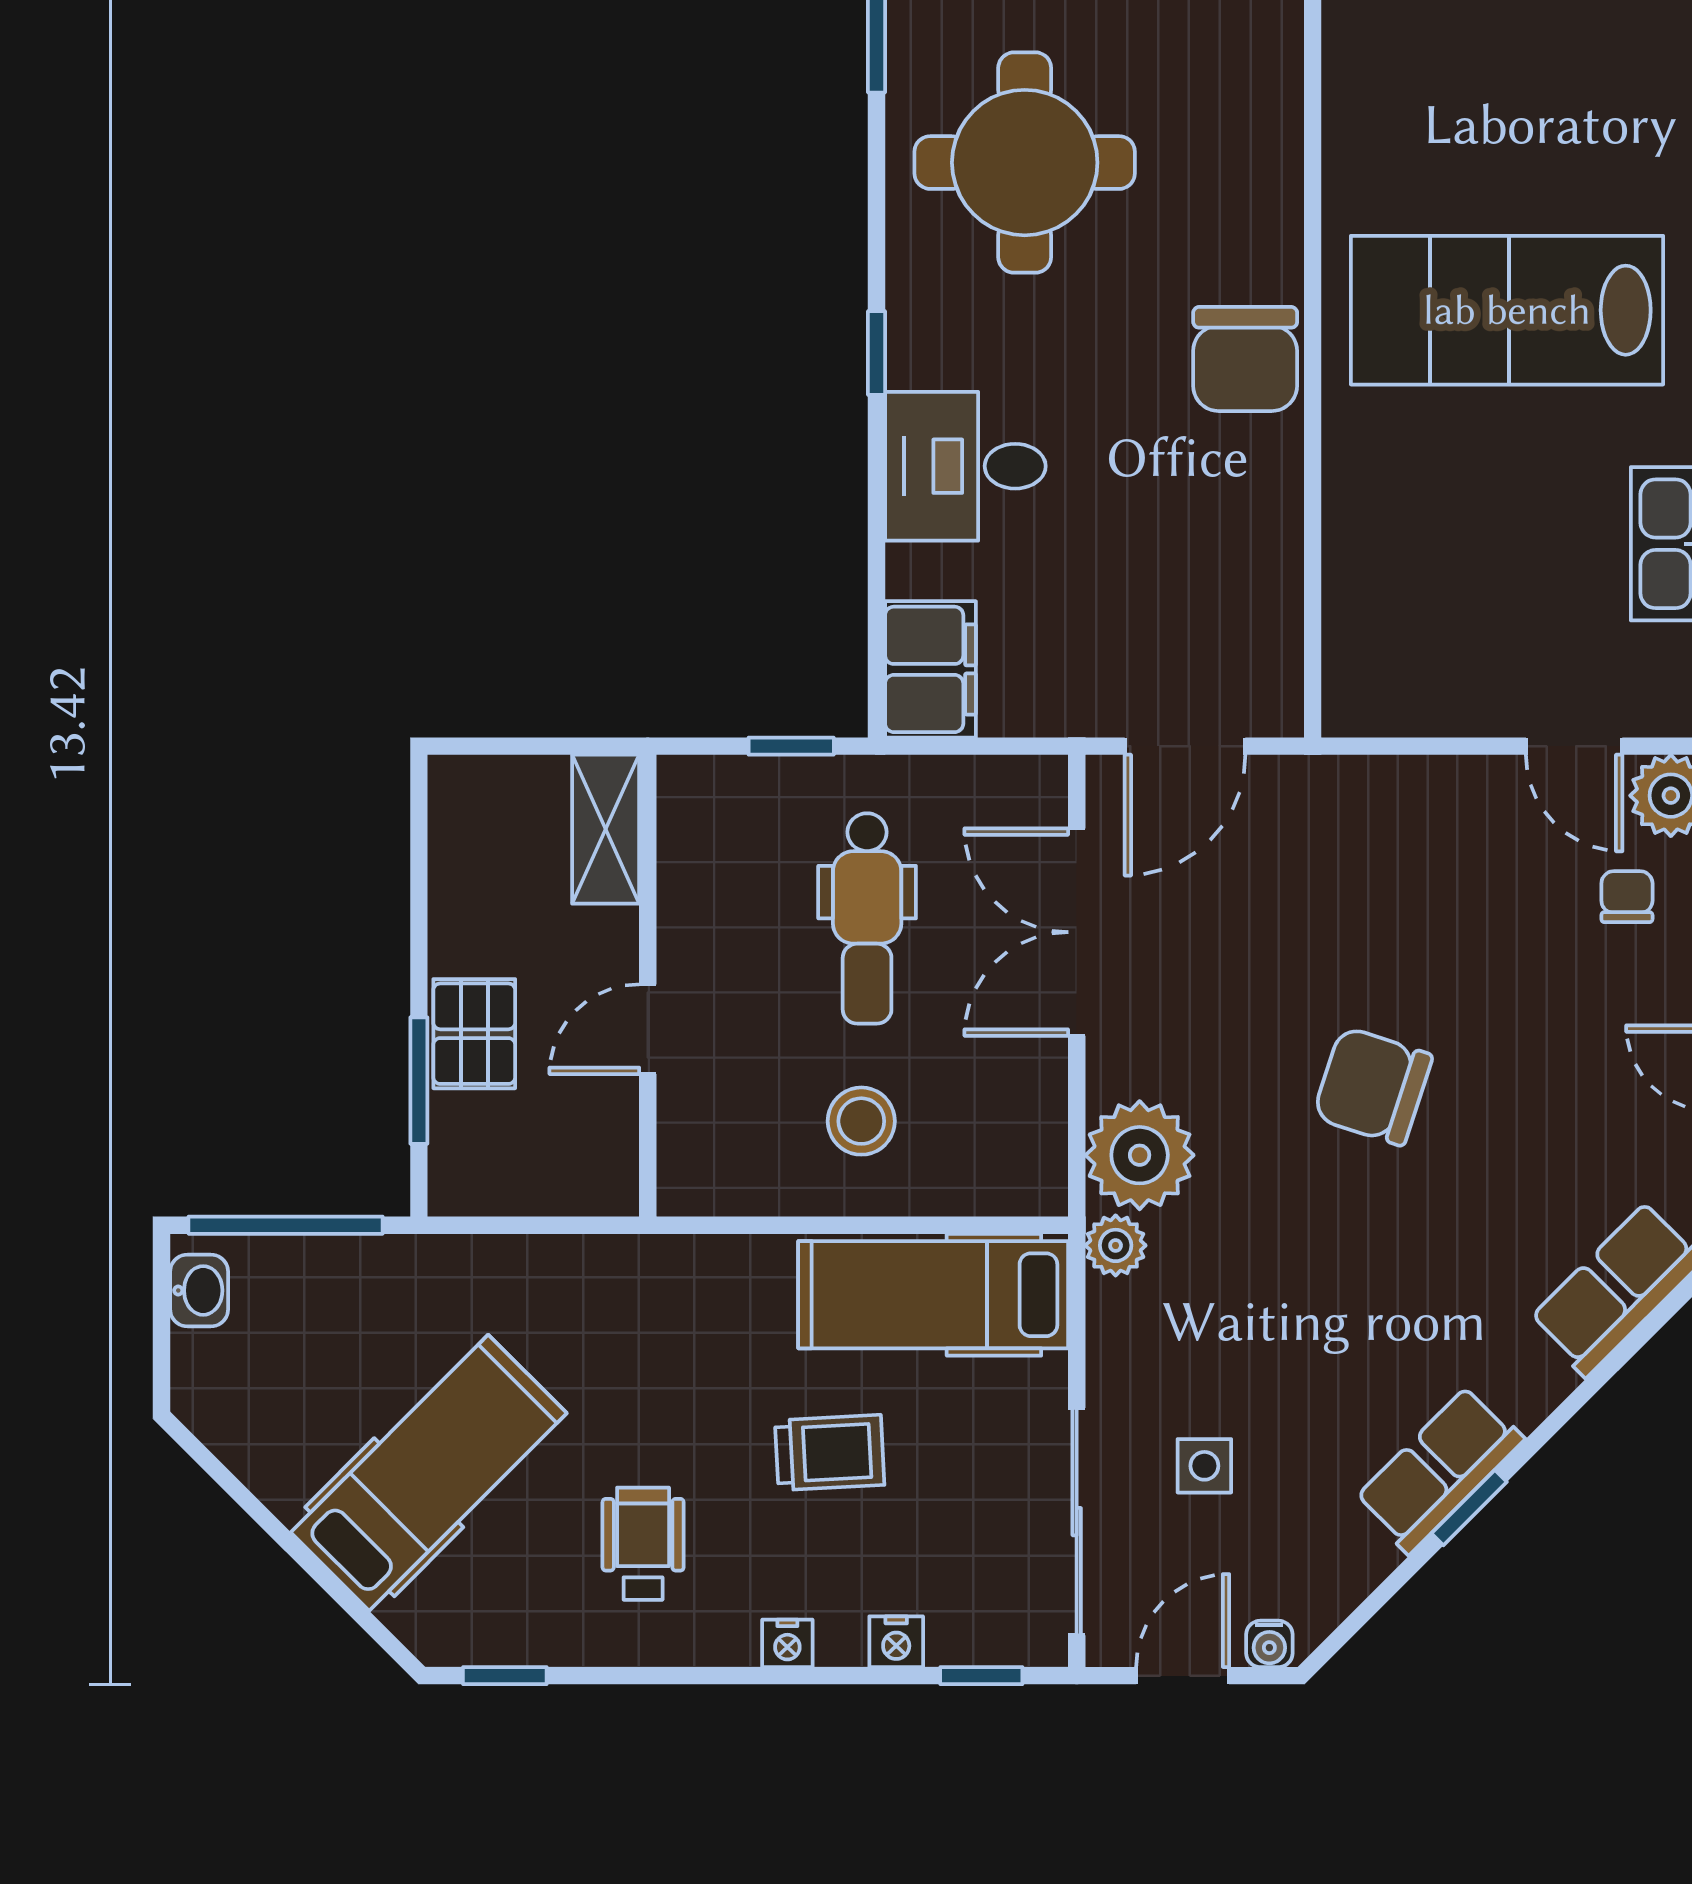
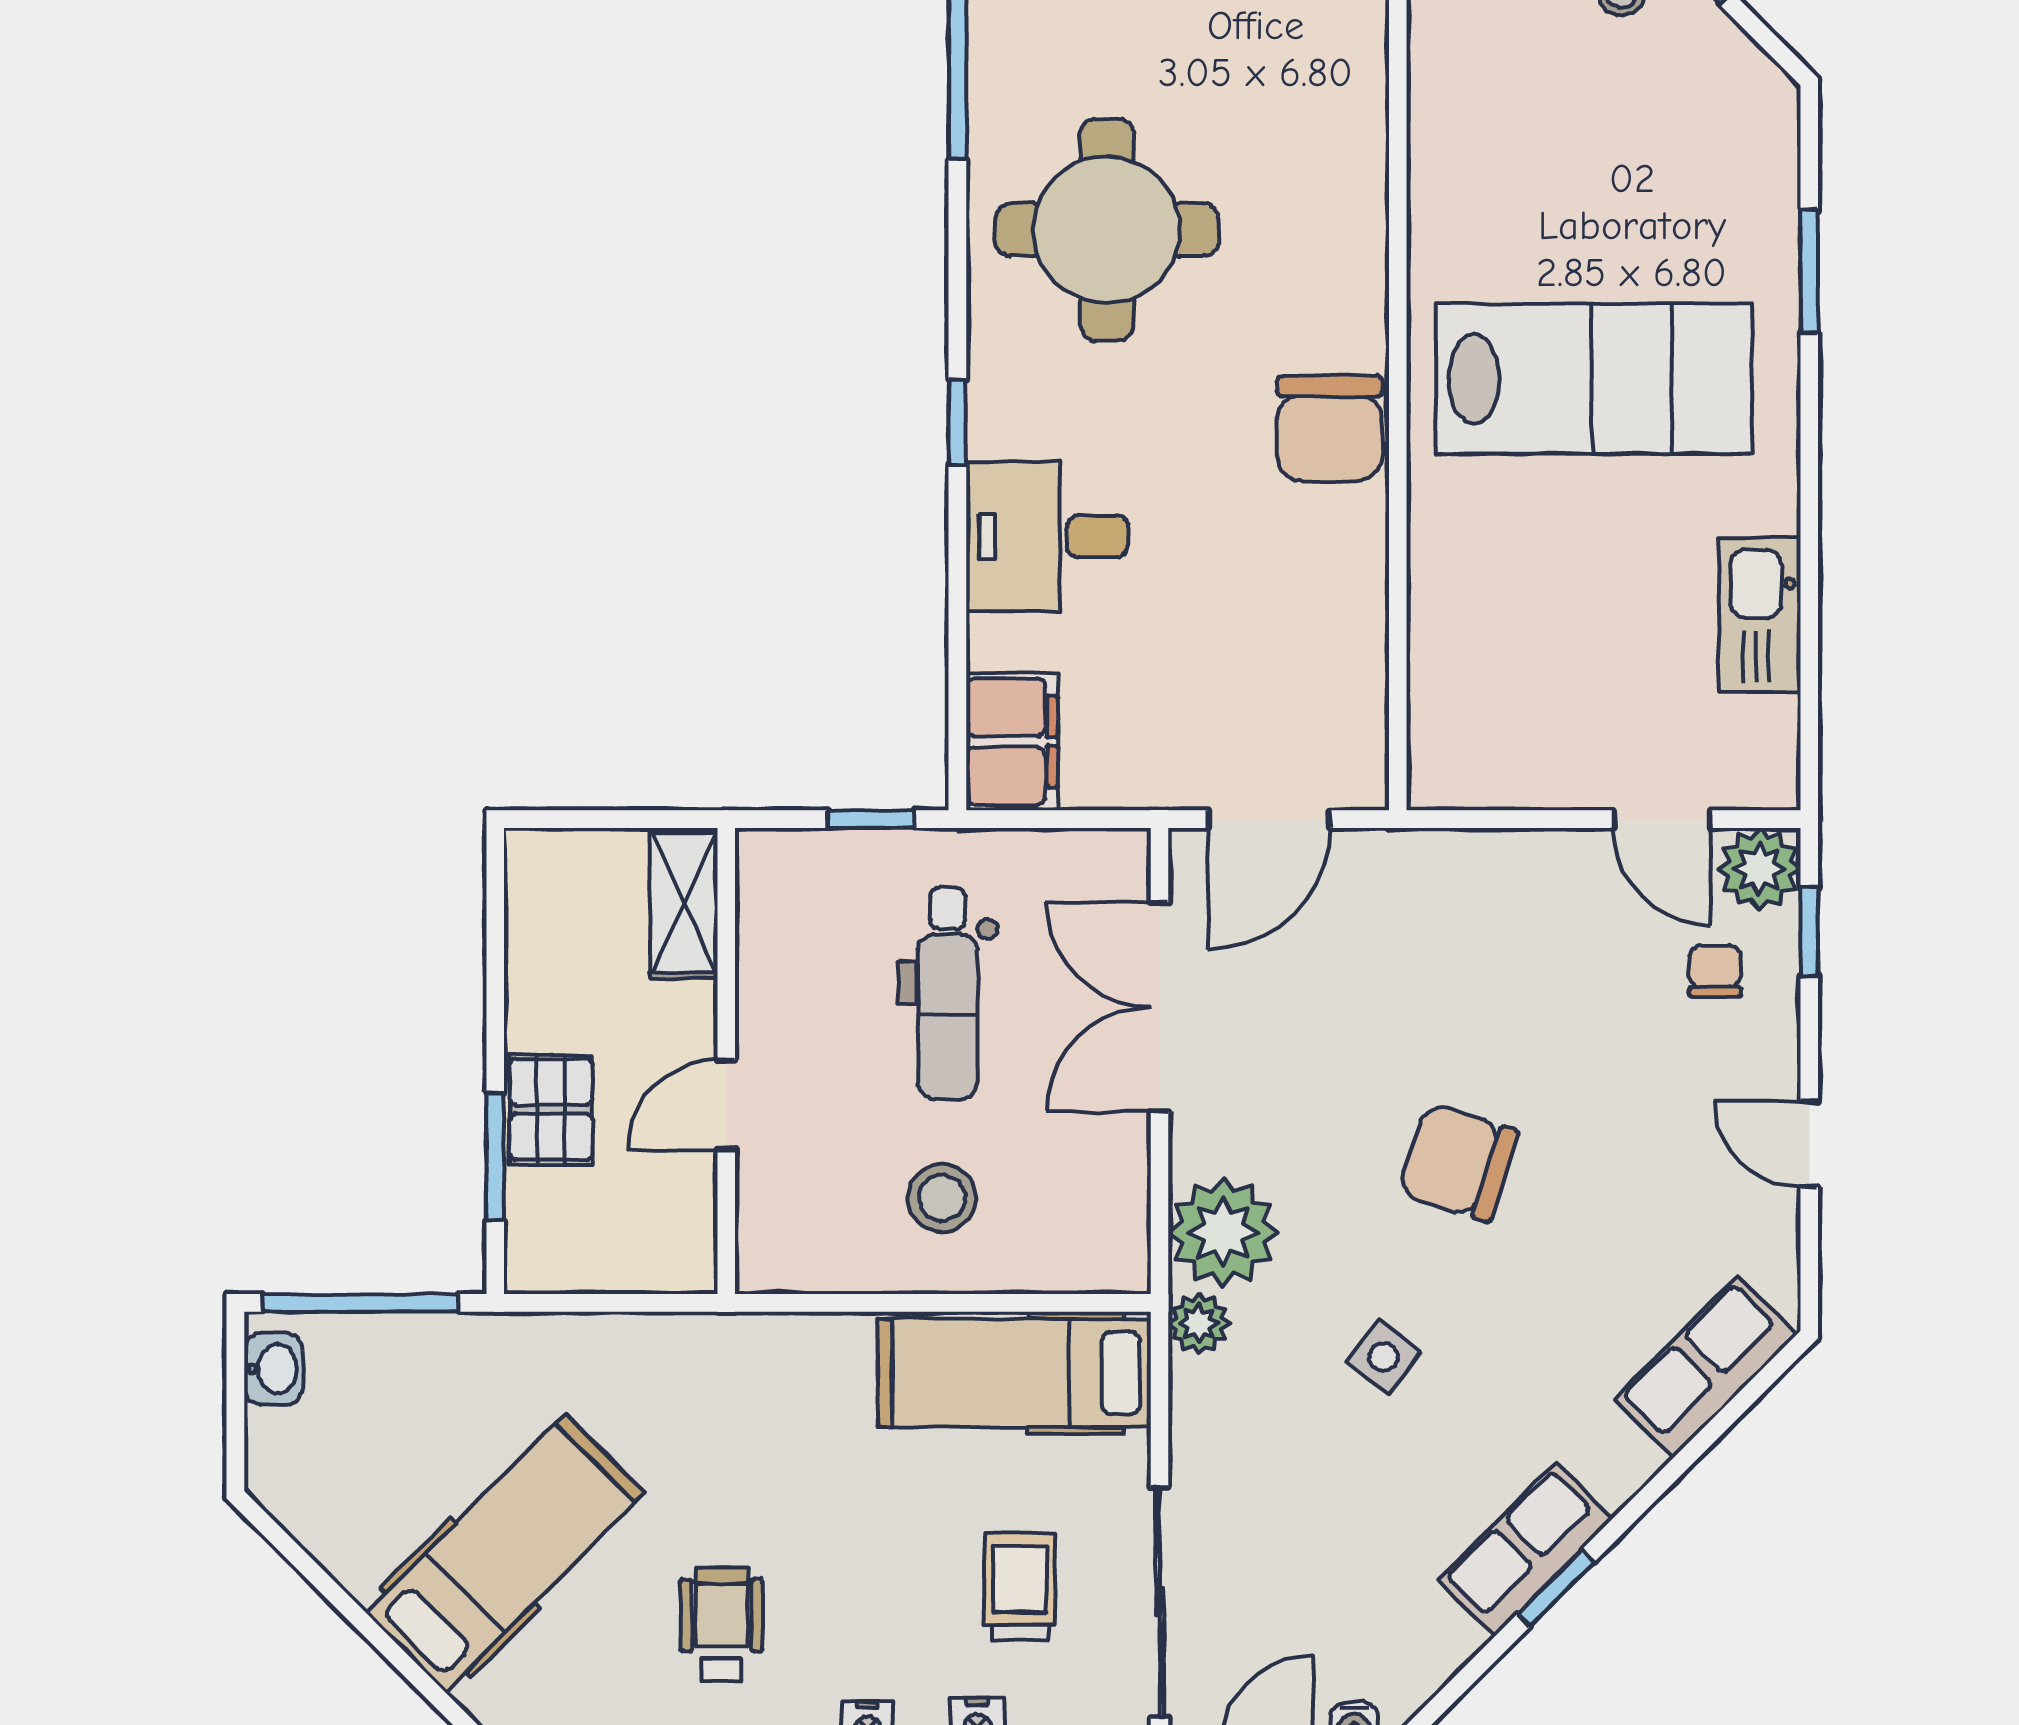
lab bench: (1507, 310) -> (1594, 379), turned 180
trolley: (830, 1453) -> (1020, 1586), moved, turned -87
side table: (1204, 1466) -> (1383, 1357), moved, turned 38

